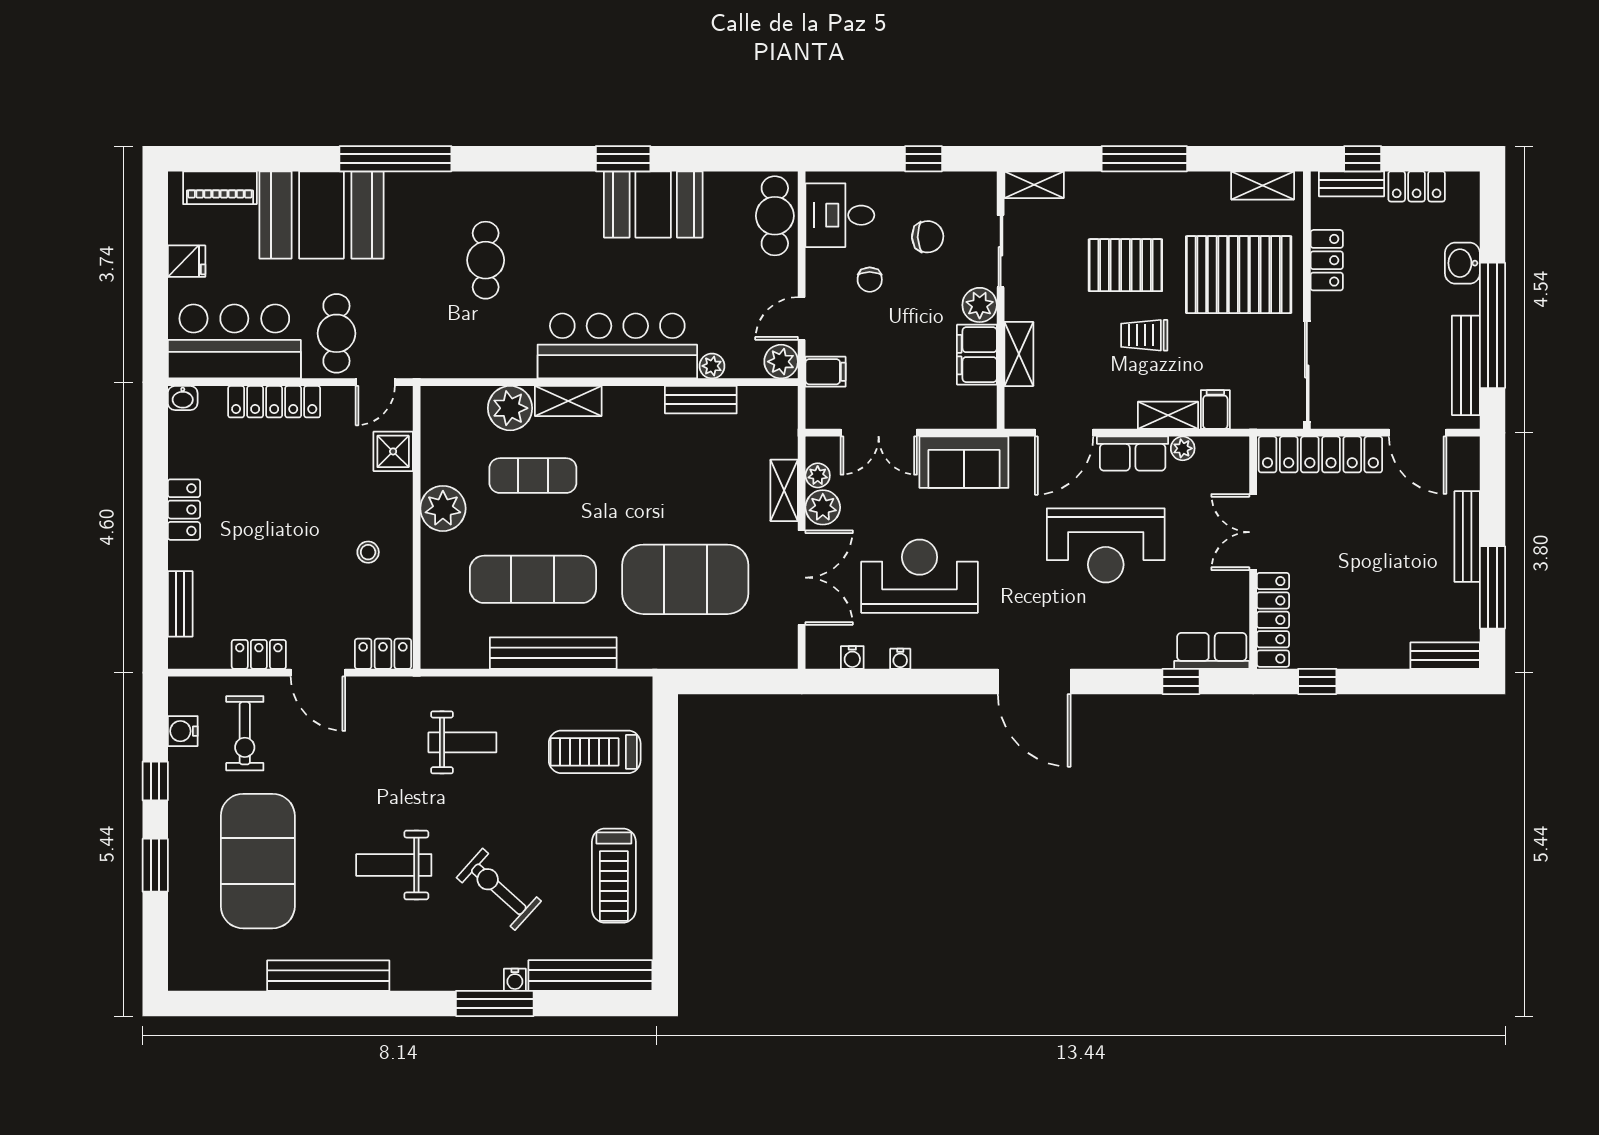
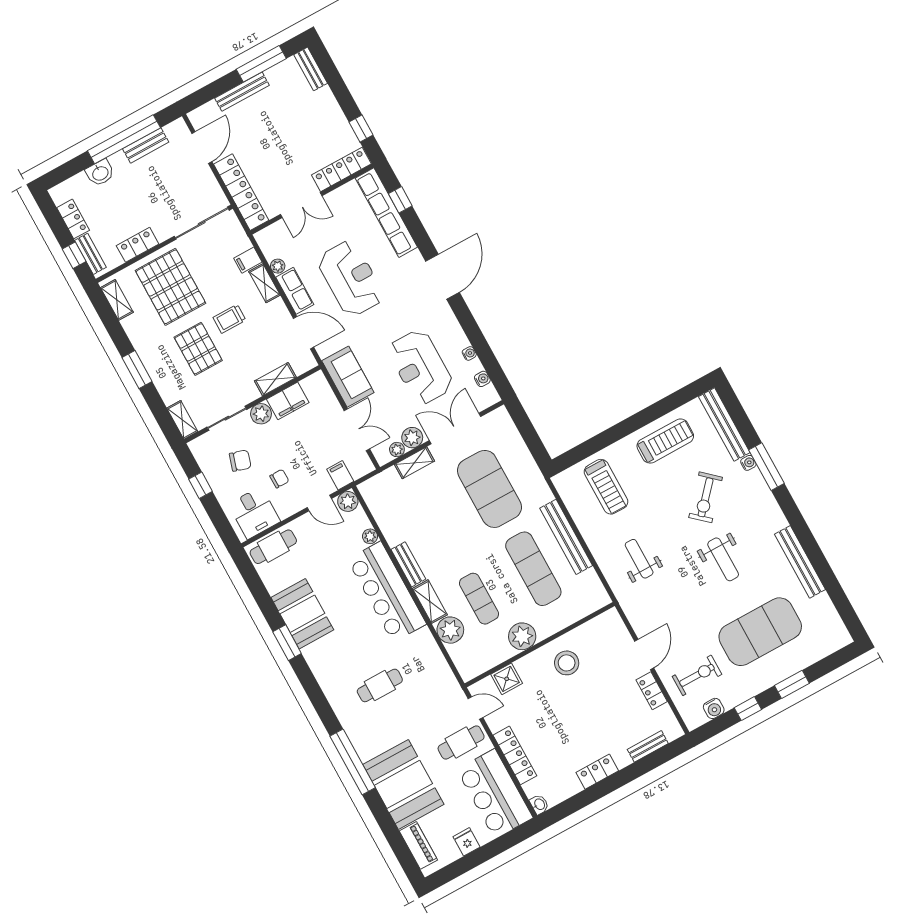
window: (1144, 159) -> (137, 370), width x0.69
chair: (928, 237) -> (240, 461), turned 109
trolley: (1144, 335) -> (229, 319), turned 90
bench: (1466, 365) -> (146, 145), width x0.73
bench: (701, 400) -> (408, 564), moved
stool: (368, 552) -> (567, 663), width x1.89, depth x1.89
row of seats: (1212, 651) -> (386, 213), width x2.02
locker: (383, 654) -> (616, 626), removed

